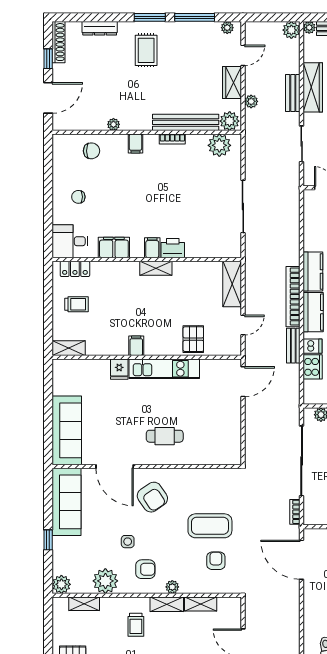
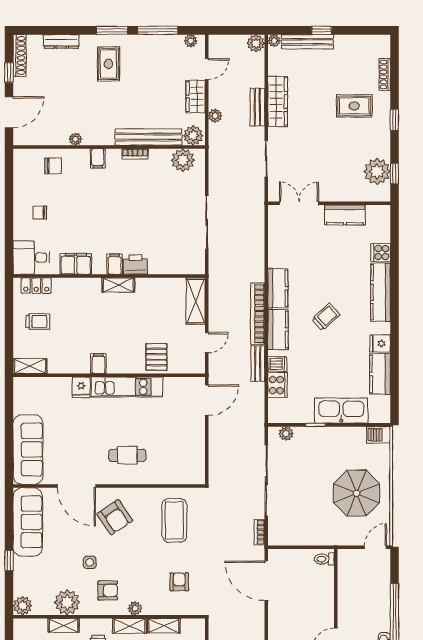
coffee table: (210, 526) -> (174, 520), moved, turned 90
shelving: (84, 604) -> (64, 625), moved

